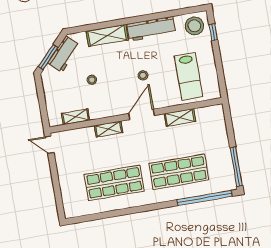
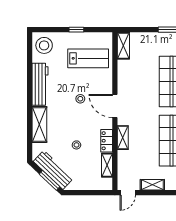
window: (213, 32) -> (76, 30), moved
workbench: (64, 54) -> (53, 170), width x1.38
locker: (102, 112) -> (107, 141), added
shelving: (180, 118) -> (123, 46), moved
shelving: (63, 170) -> (152, 185), added

